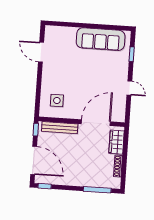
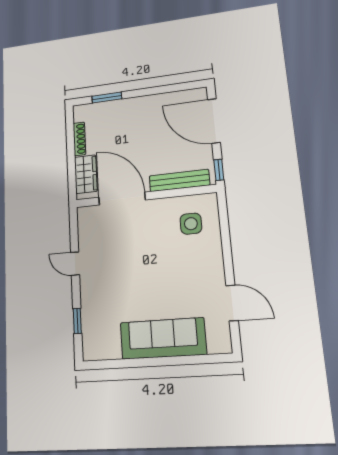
sofa: (101, 39) -> (163, 338), moved
door: (96, 123) -> (122, 199), swing flipped
window: (45, 186) -> (190, 86), removed
window: (97, 190) -> (107, 97), width x0.69

